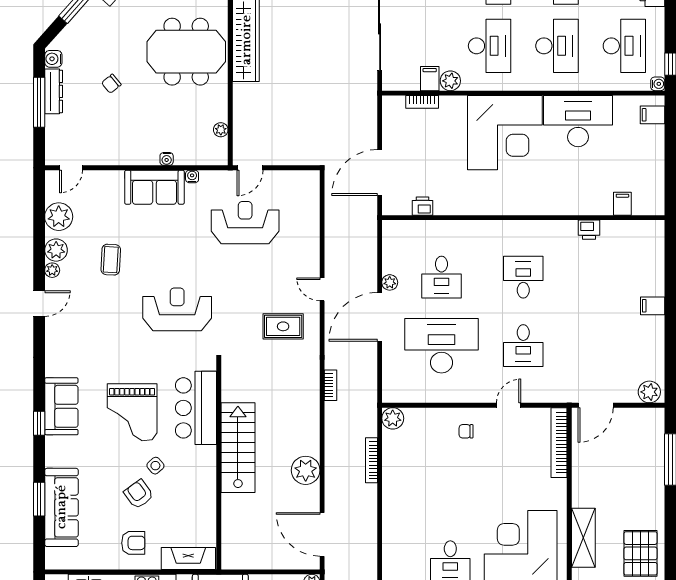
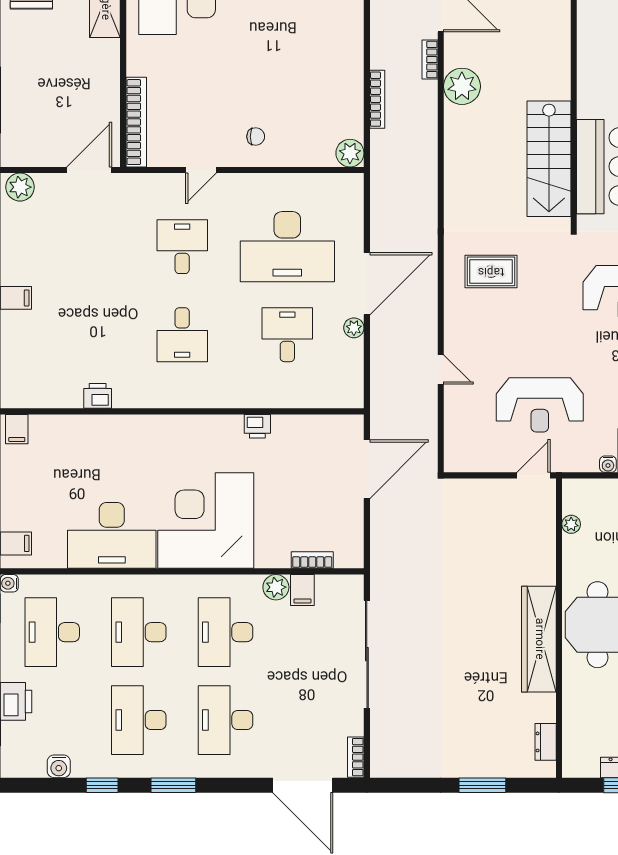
filing cabinet: (622, 204) -> (17, 429), moved
printer: (422, 206) -> (257, 426), moved
door: (322, 289) -> (441, 369), moved
bookcase: (331, 385) -> (430, 60), moved
stairs: (238, 448) -> (549, 159), moved

